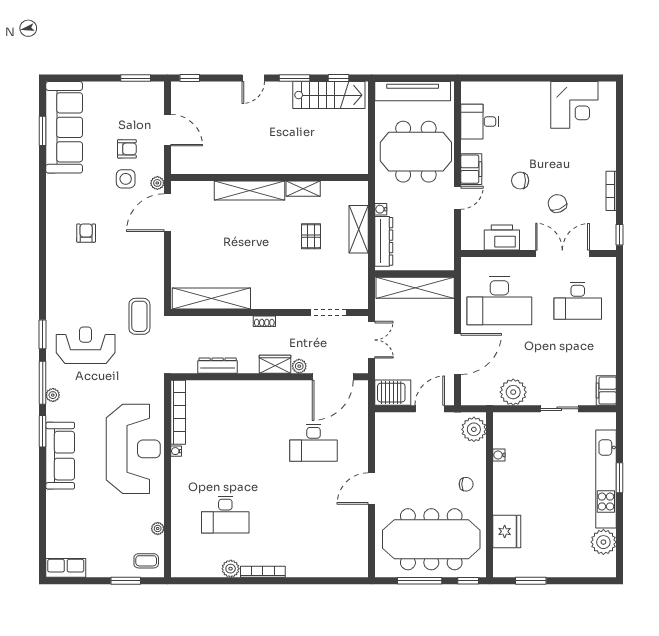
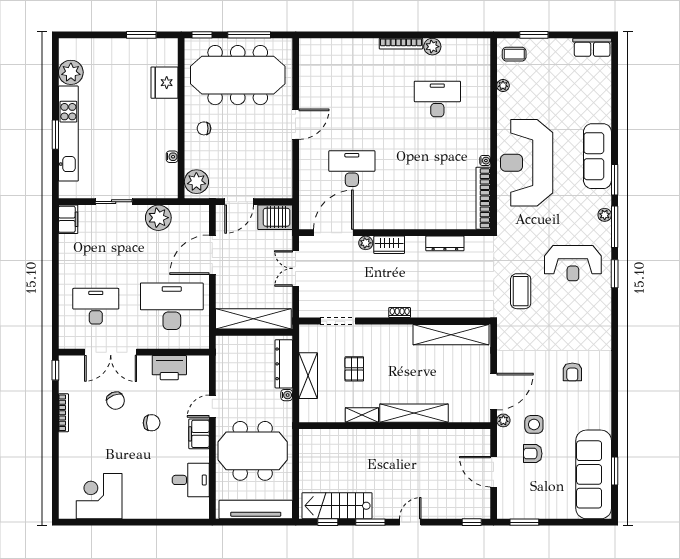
shelving: (211, 299) -> (451, 335), moved
wall: (269, 313) -> (395, 321), moved
doorway: (328, 313) -> (338, 321), moved
shoe rack: (264, 321) -> (400, 313), moved

